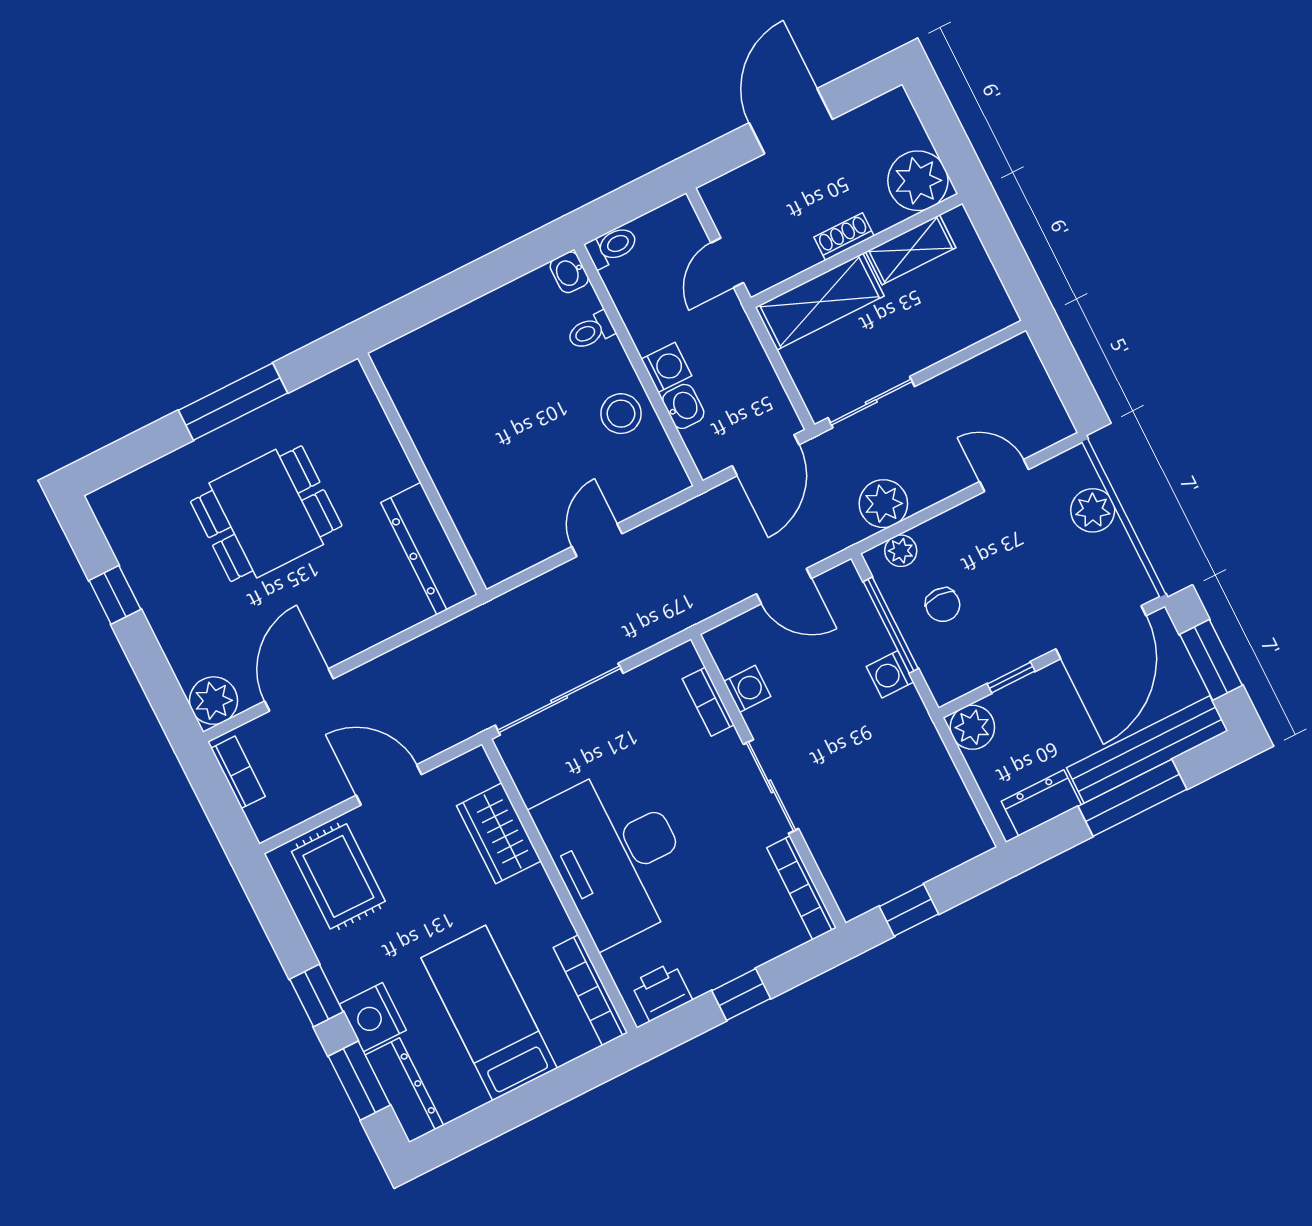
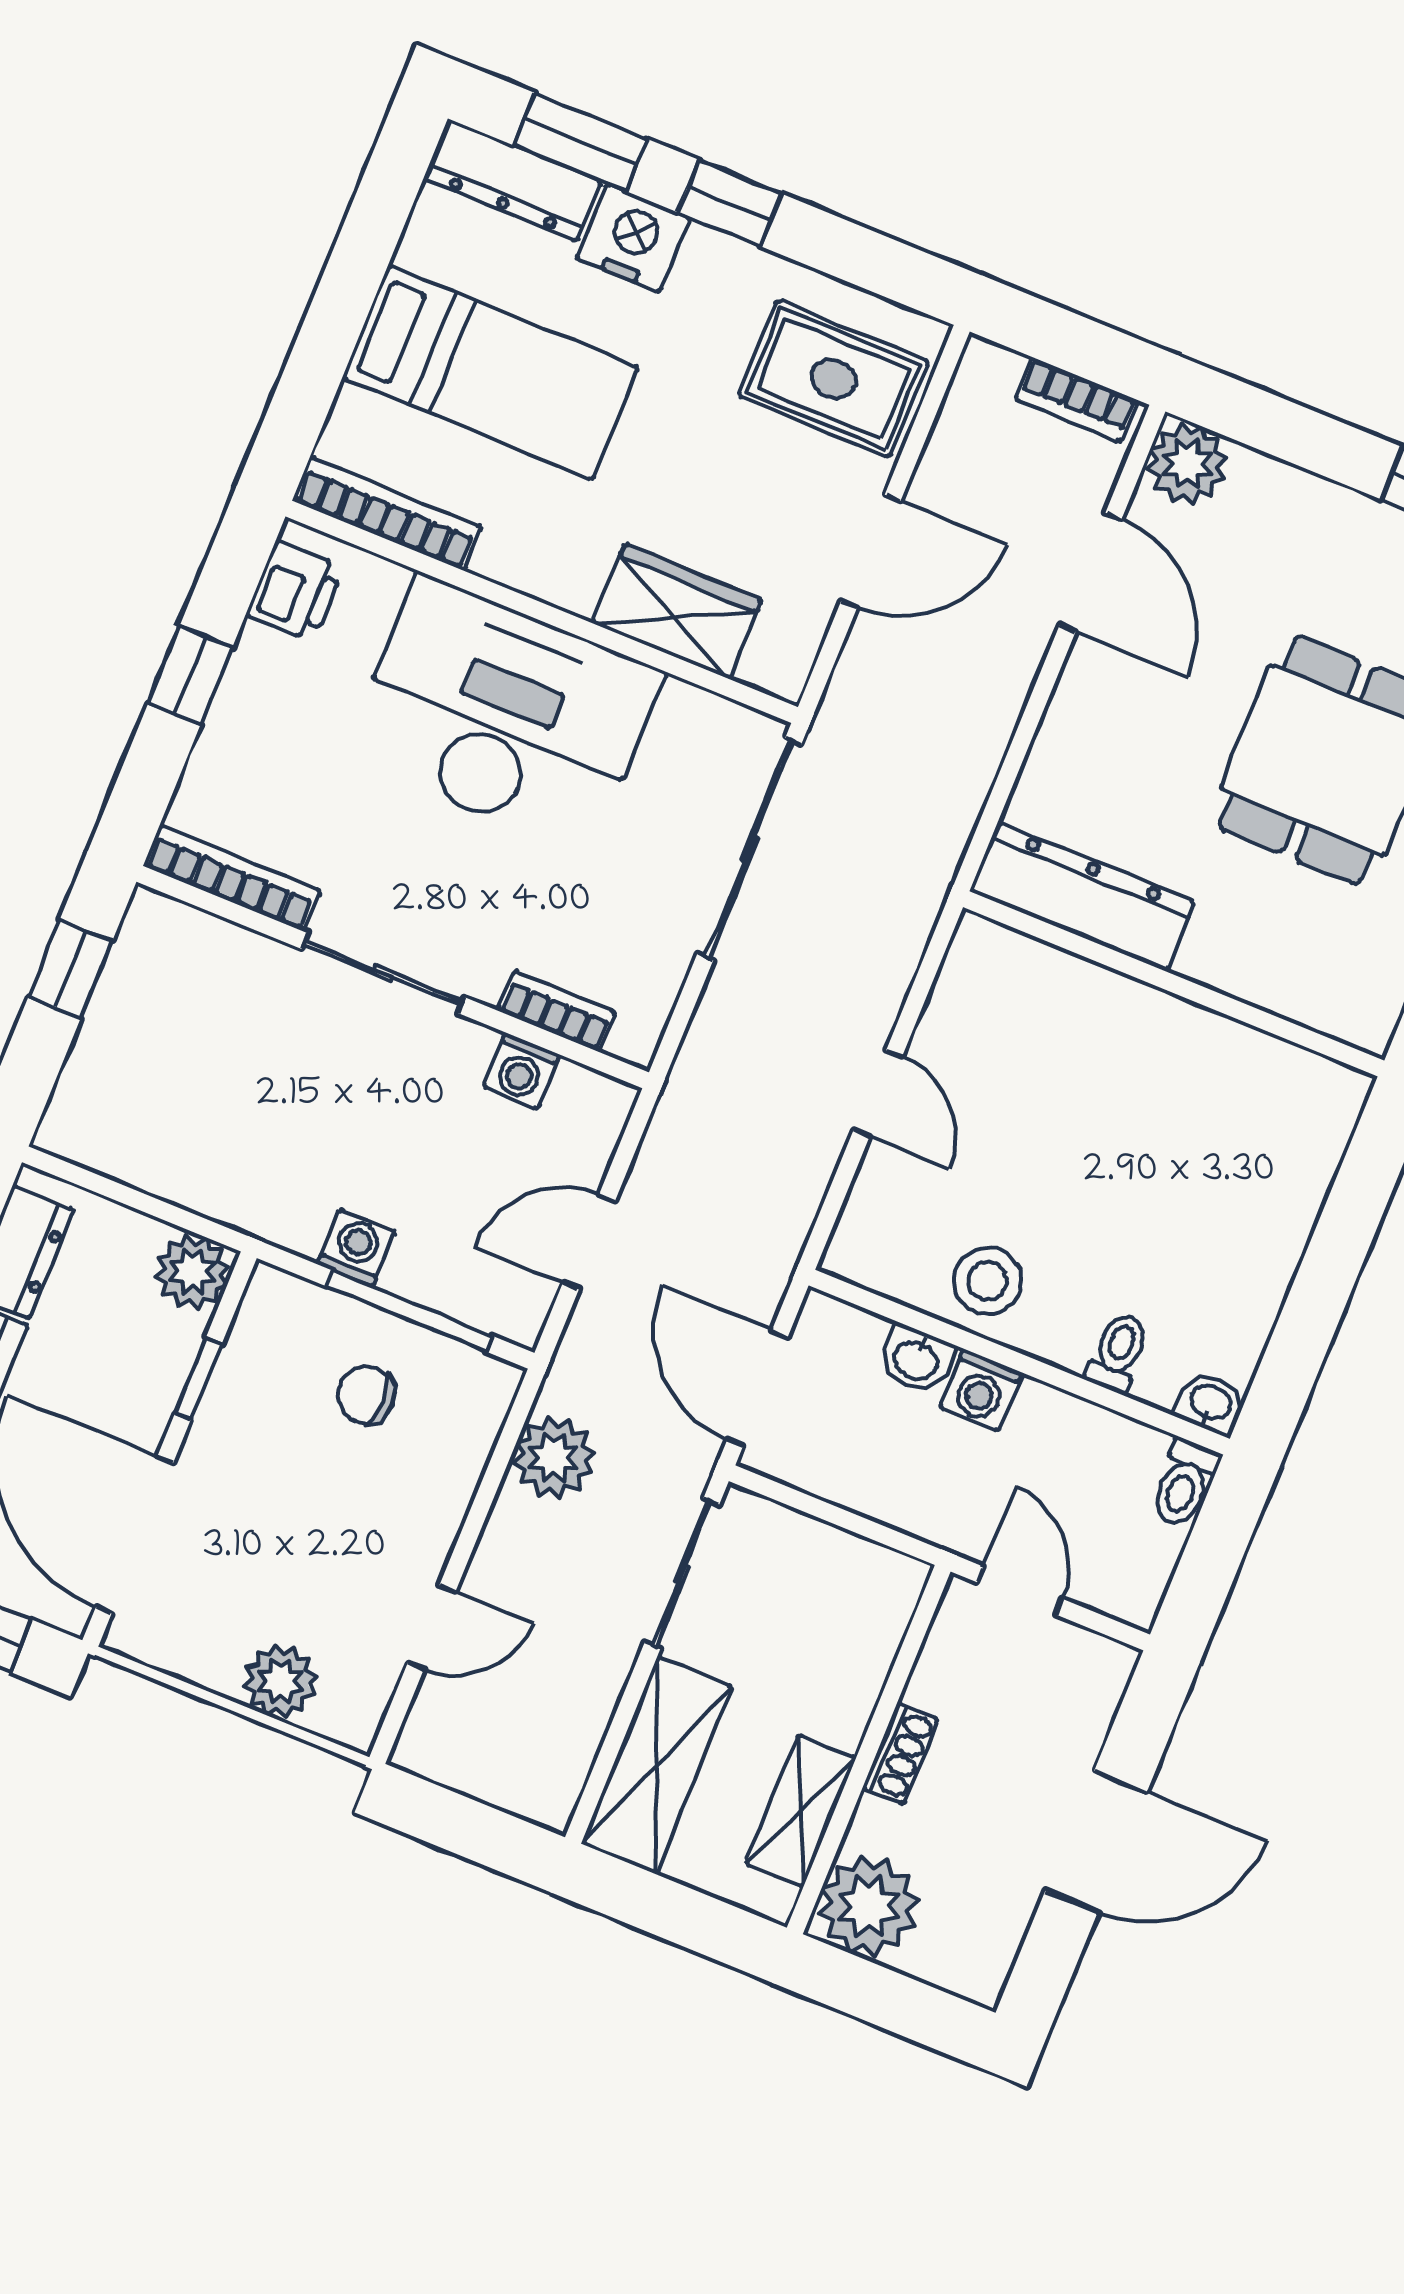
door: (791, 121) -> (1096, 1841), hinge flipped
shelving: (820, 302) -> (657, 1765), moved
plant: (901, 551) -> (480, 1417), removed

